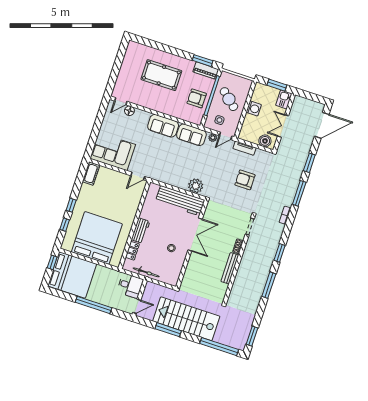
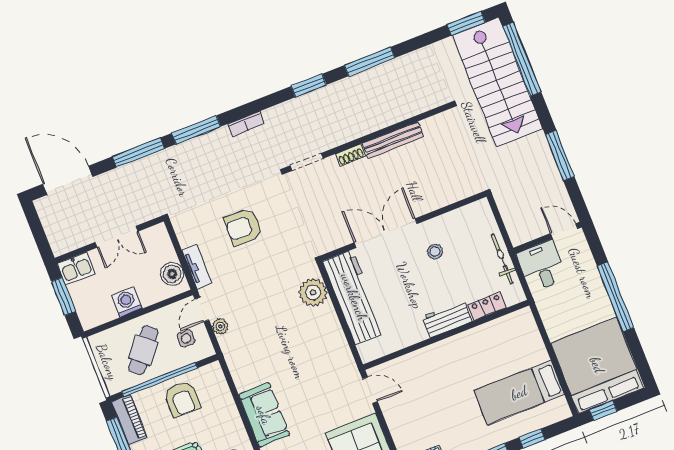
sofa: (191, 135) -> (243, 362), removed
door: (226, 136) -> (202, 310), swing flipped
boiler: (265, 141) -> (172, 274), moved
window: (309, 163) -> (138, 153), width x1.44
armchair: (245, 180) -> (243, 227), turned 90
bed: (97, 238) -> (519, 393), width x0.49
stairs: (186, 319) -> (498, 82), moved

